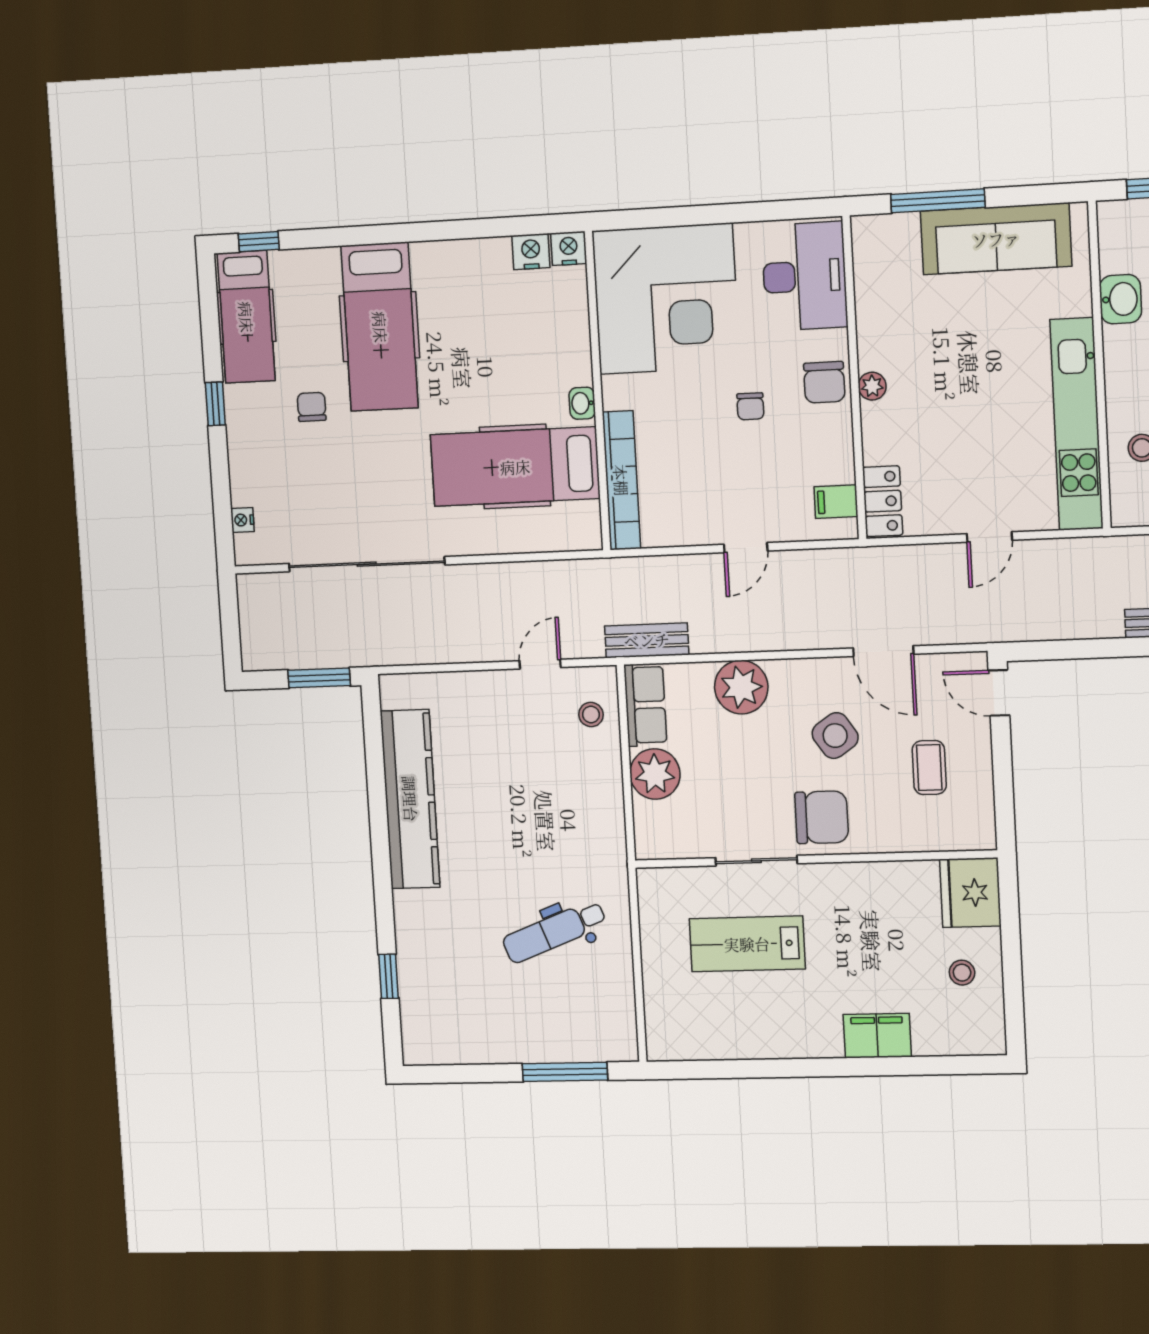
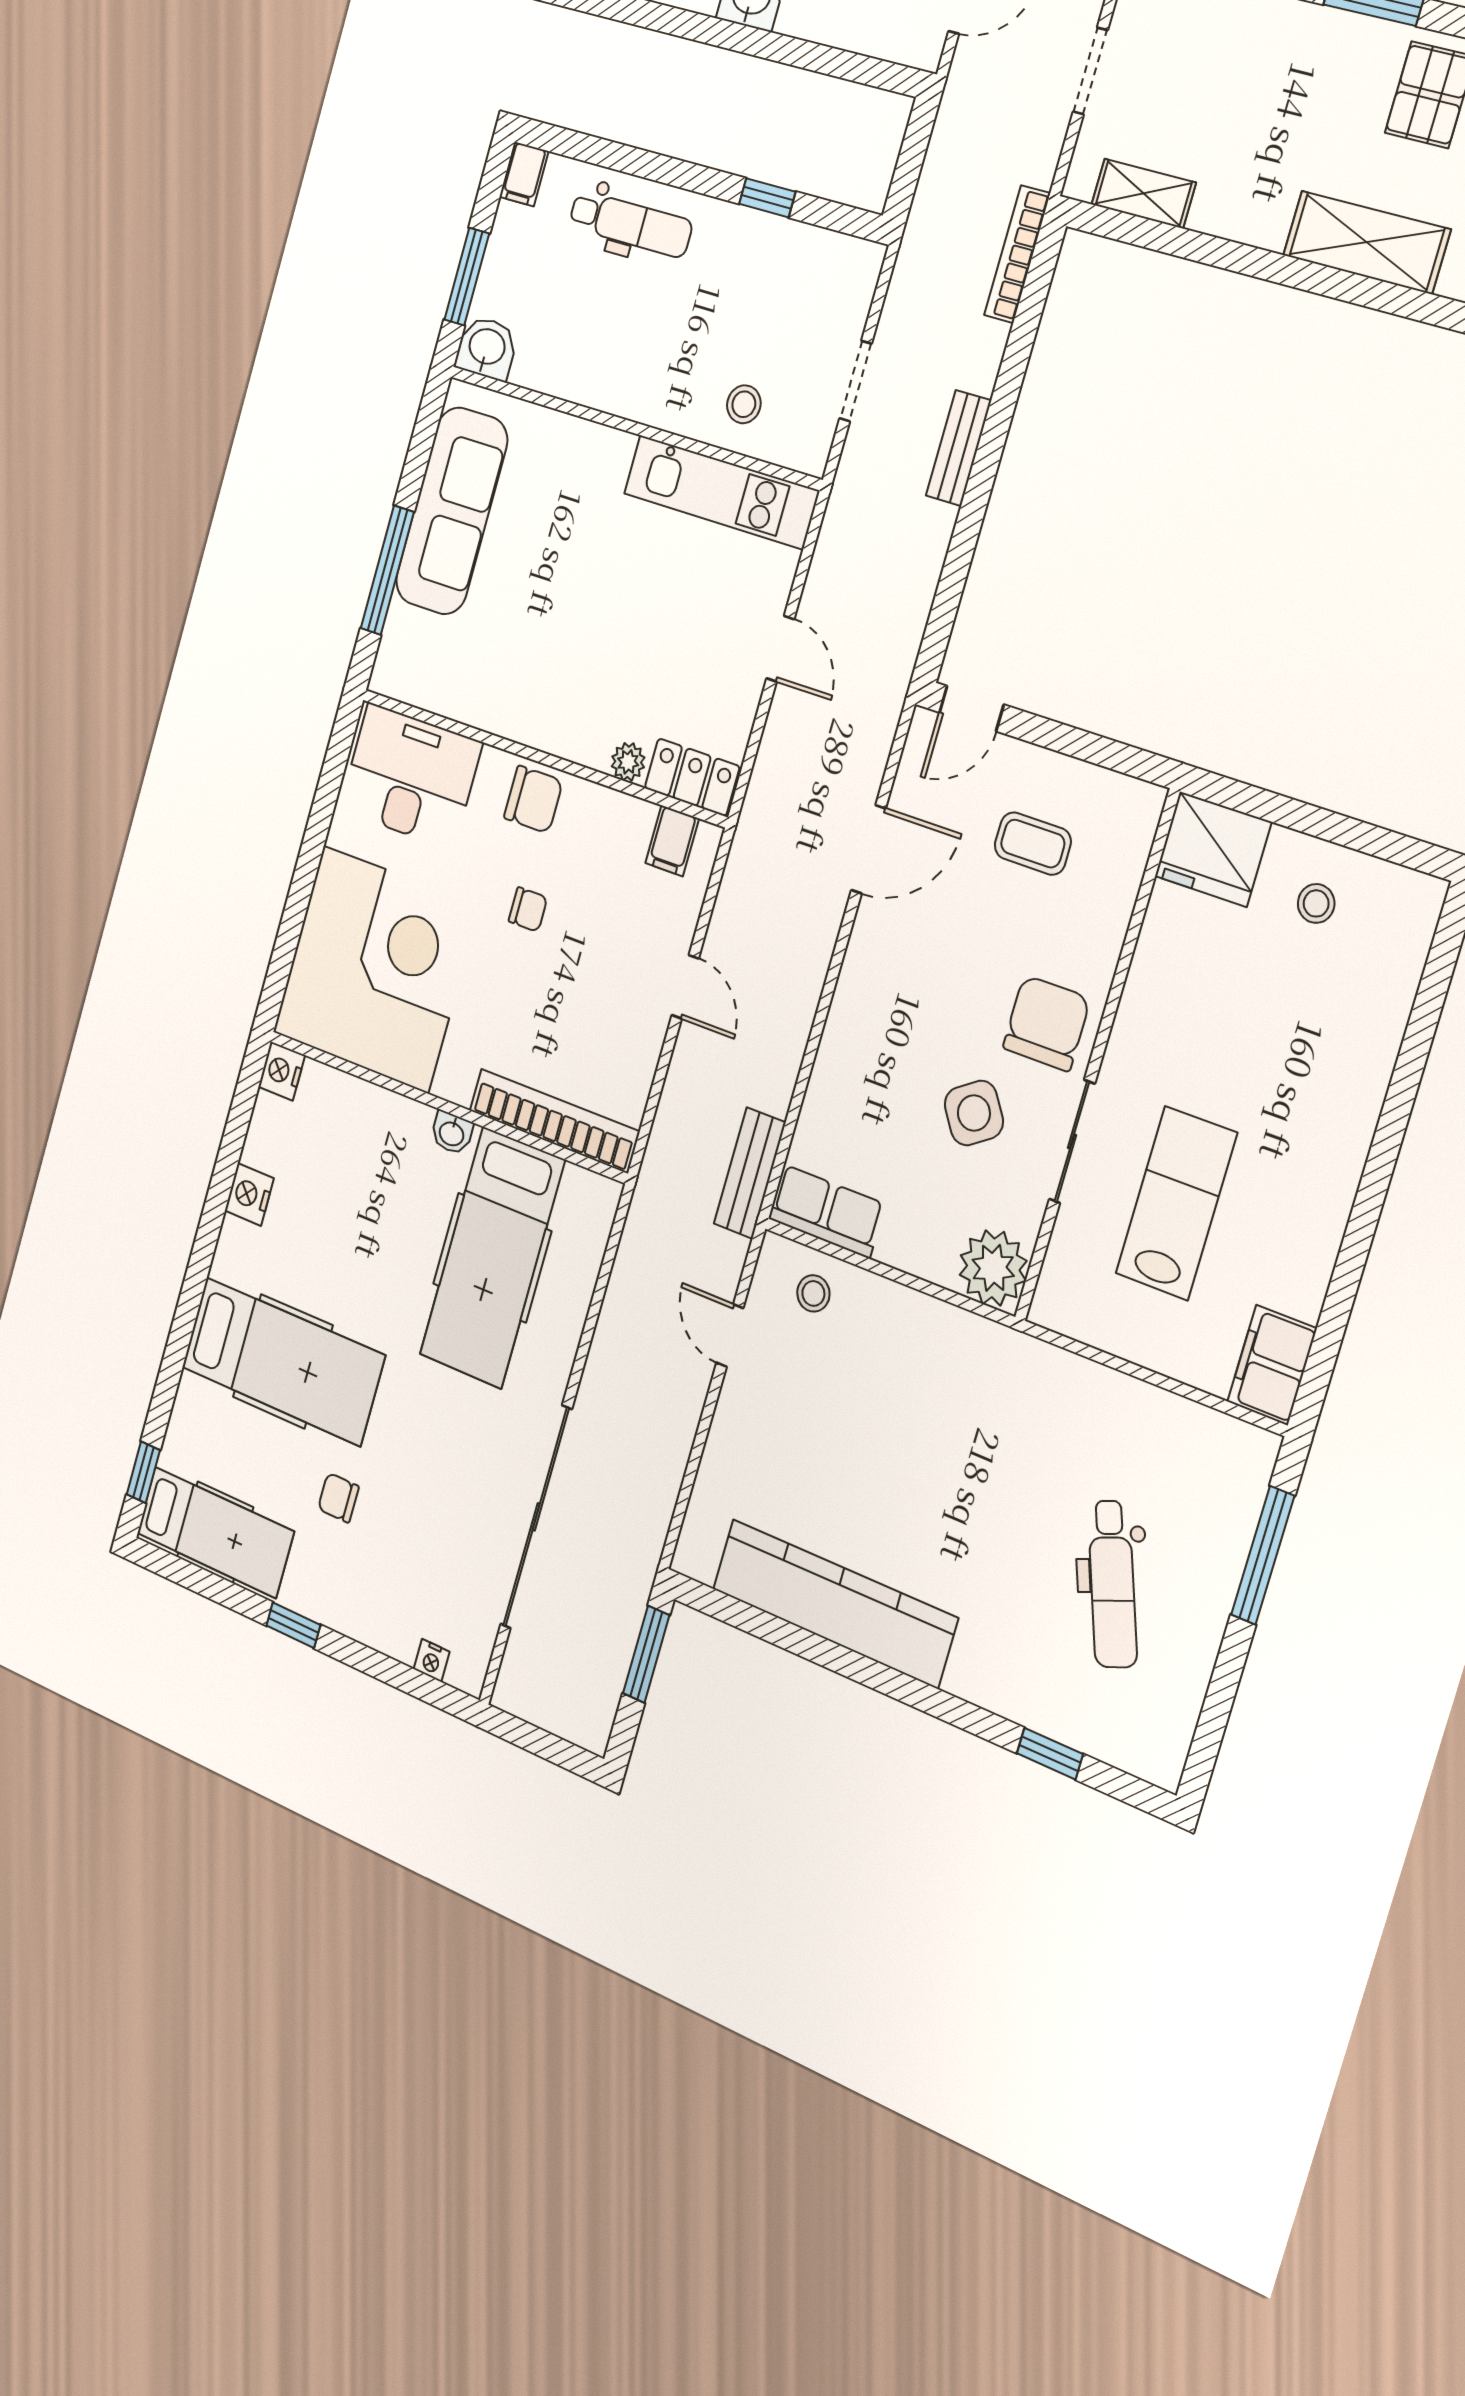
nightstand: (531, 252) -> (249, 1194), moved
washbasin: (1121, 299) -> (487, 348), moved
plant: (872, 386) -> (628, 762), moved
kitchen unit: (1077, 424) -> (721, 492), width x0.73
plant: (741, 687) -> (848, 1067), removed
side table: (835, 736) -> (974, 1113), moved
plant: (655, 774) -> (993, 1268), moved
dental chair: (554, 932) -> (1112, 1584), moved
lab bench: (747, 944) -> (1176, 1203), turned 180
filing cabinet: (877, 1036) -> (1272, 1365), moved

